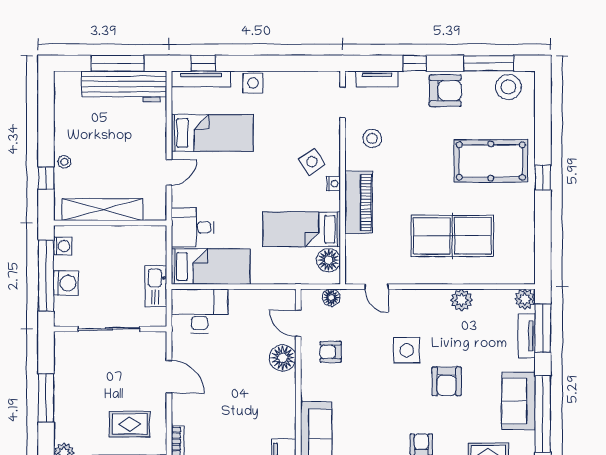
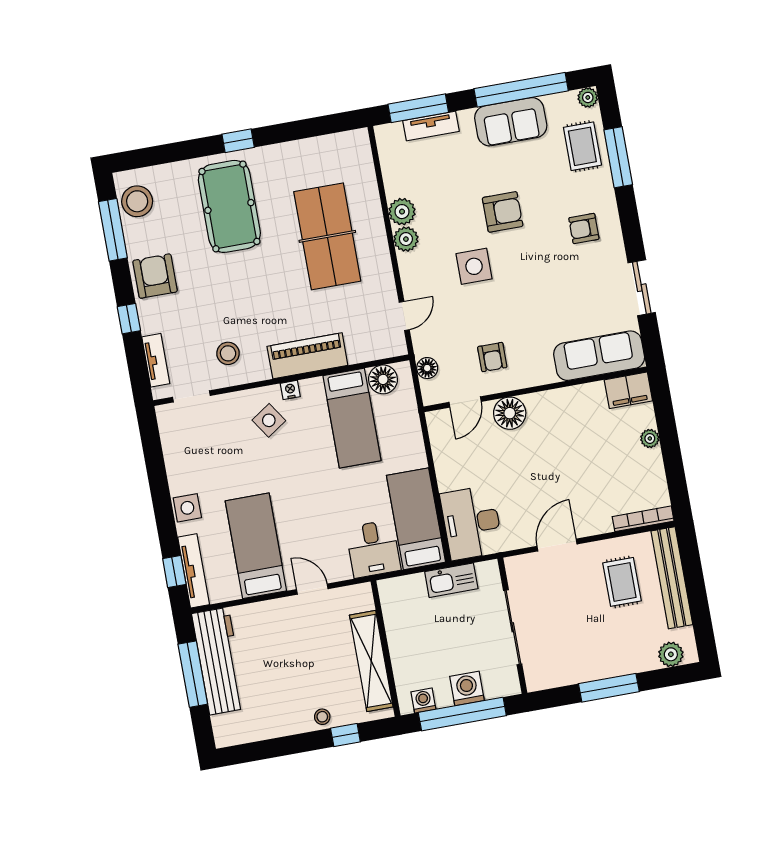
plant: (525, 299) -> (406, 239), moved

